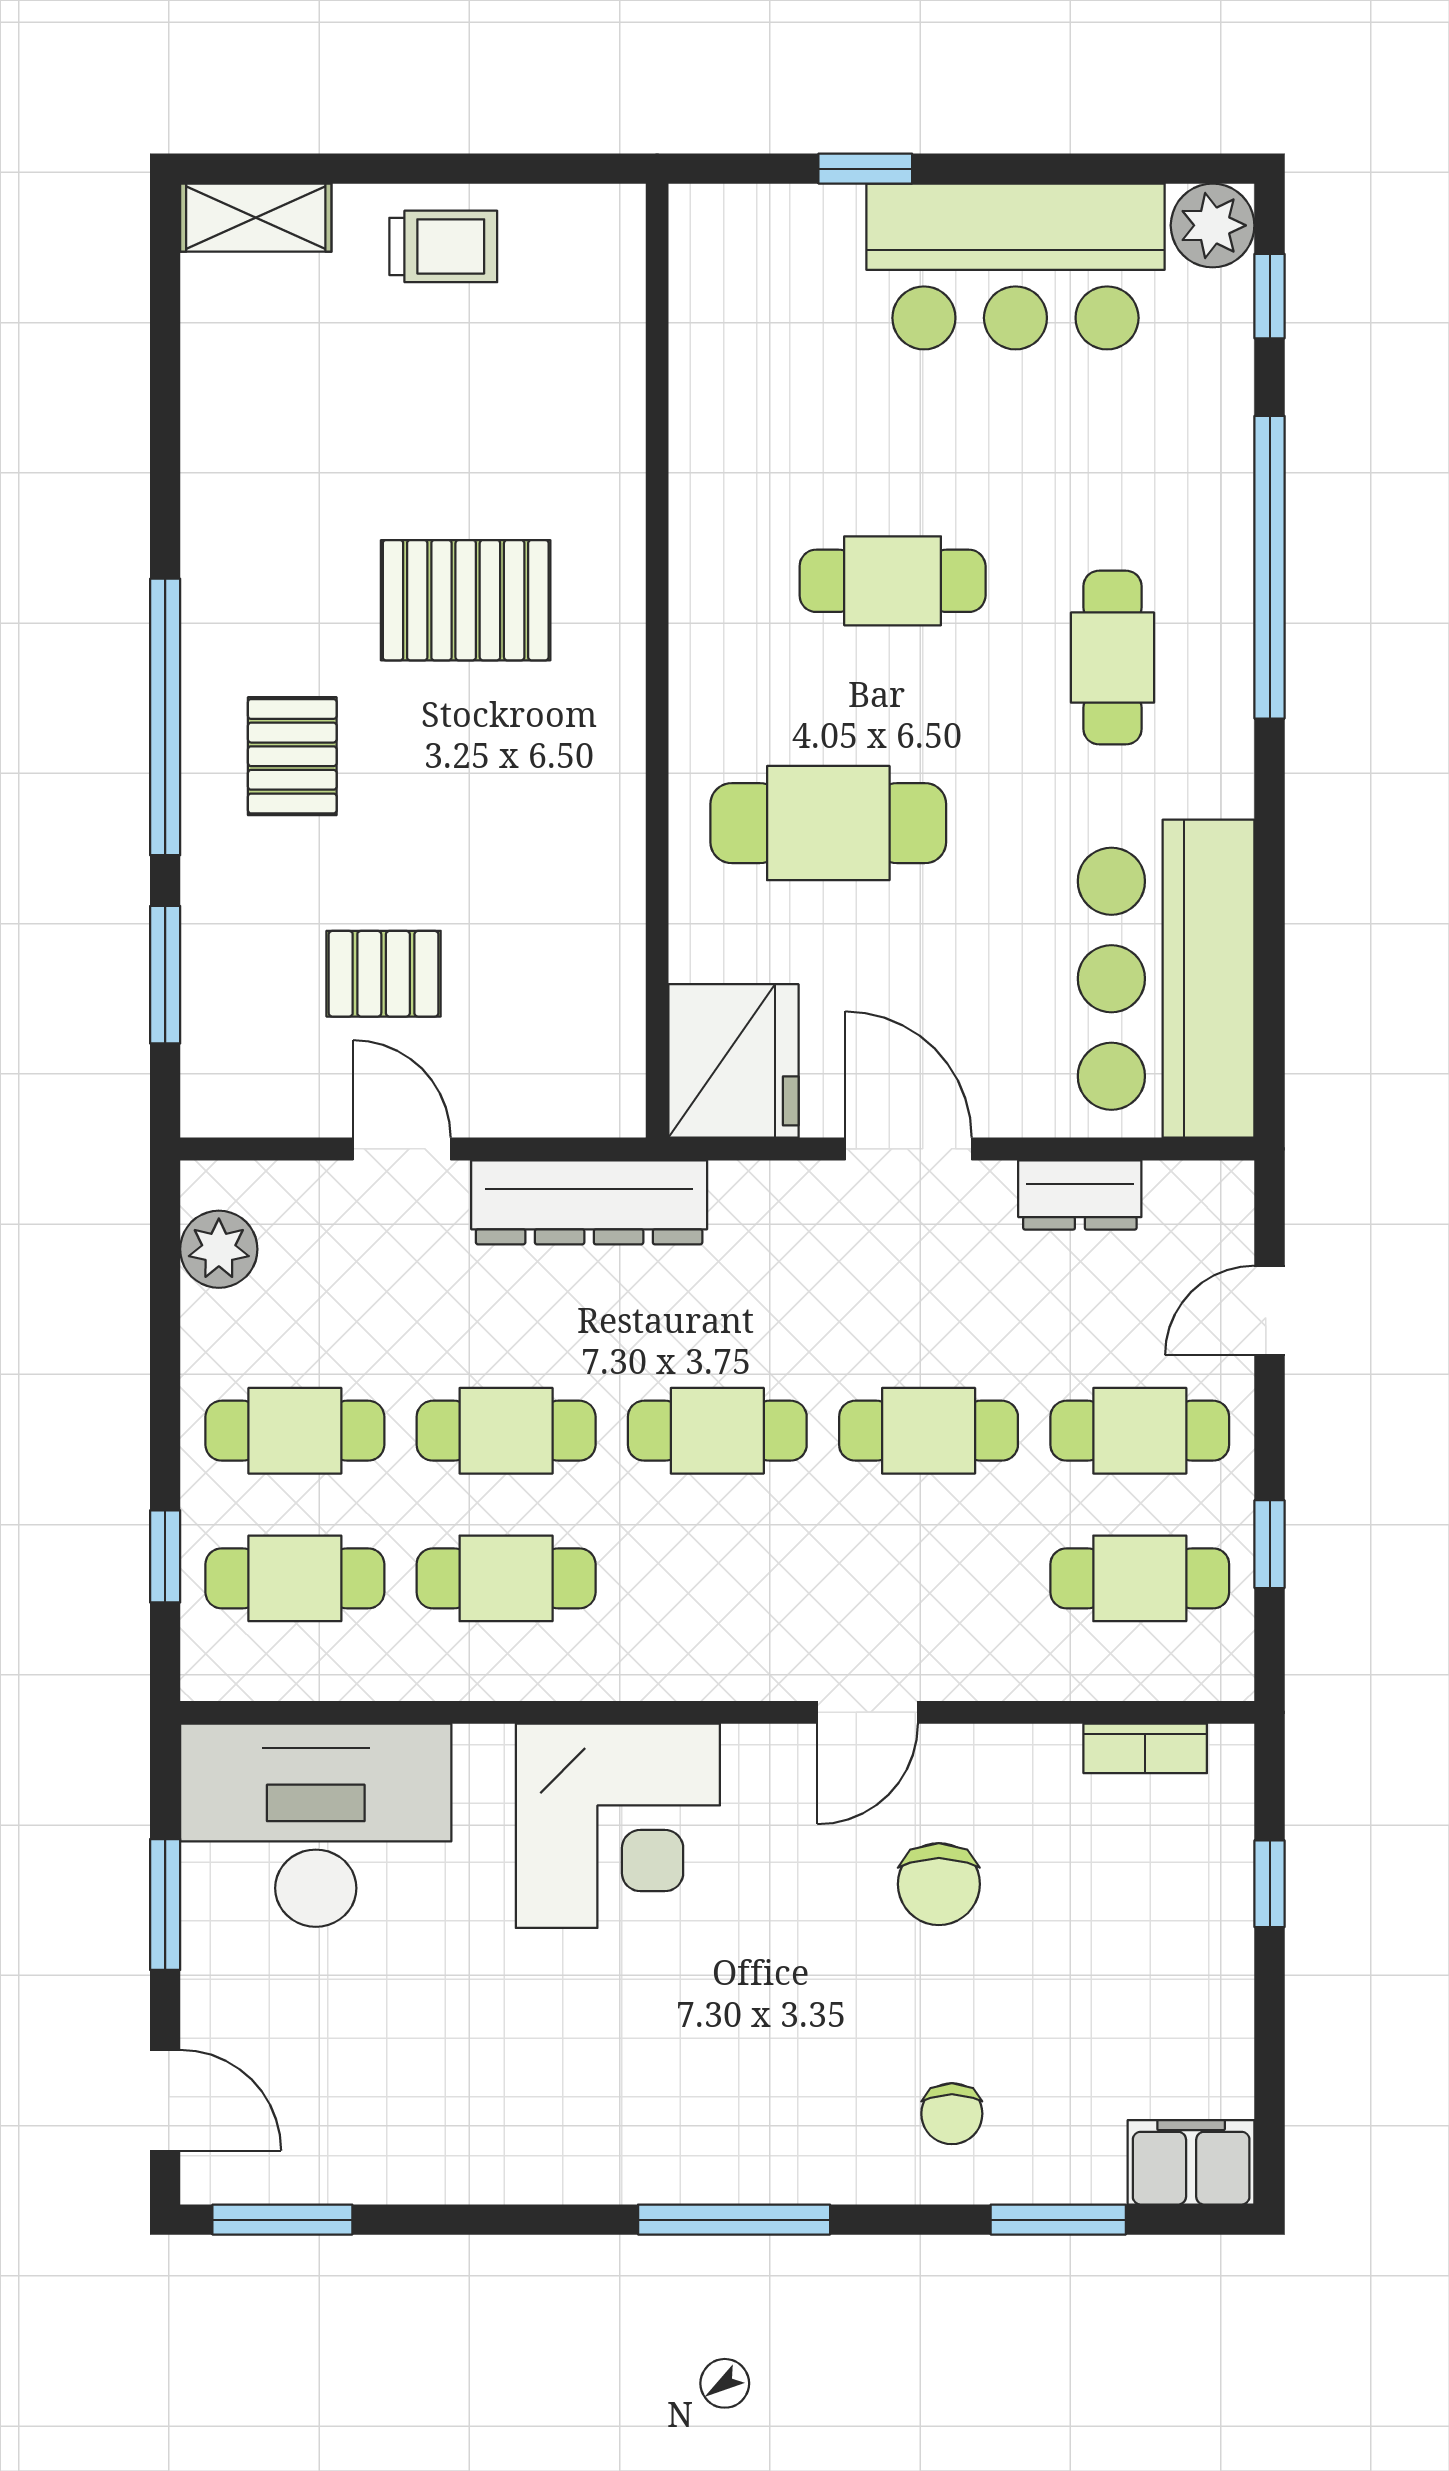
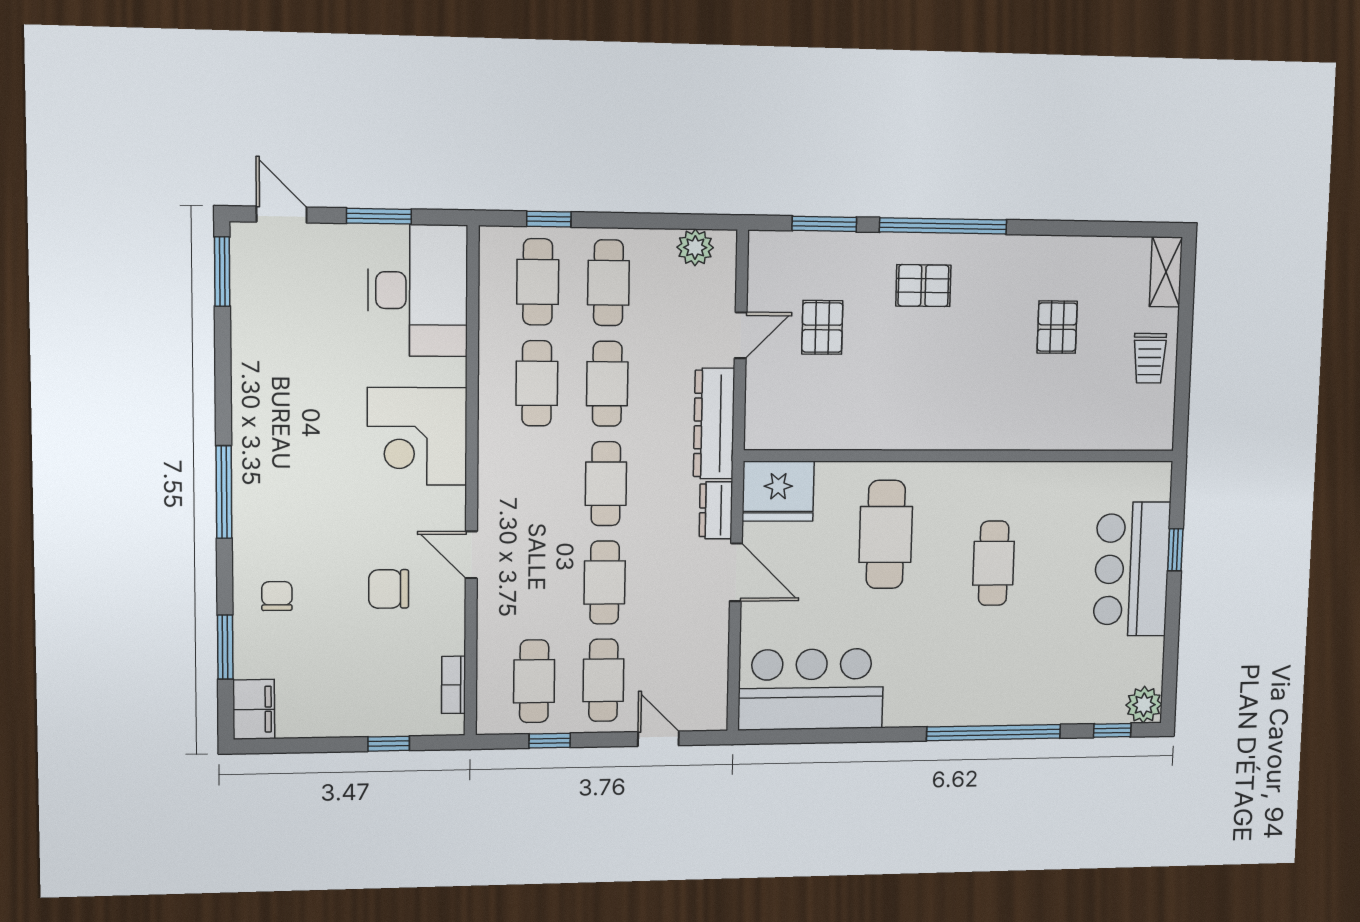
bar counter: (1015, 267) -> (1132, 569), moved
pallet: (466, 600) -> (1057, 327), moved, width x0.67, depth x0.71
cafe table: (1112, 658) -> (956, 663), removed
door: (908, 1149) -> (736, 572), hinge flipped
dresser: (1080, 1195) -> (716, 510), moved
door: (165, 2100) -> (282, 215), swing flipped
chair: (952, 2114) -> (277, 596), turned 90

